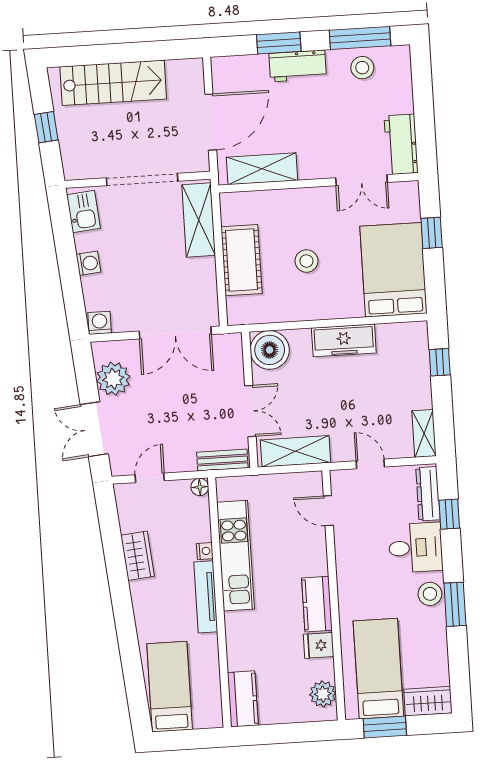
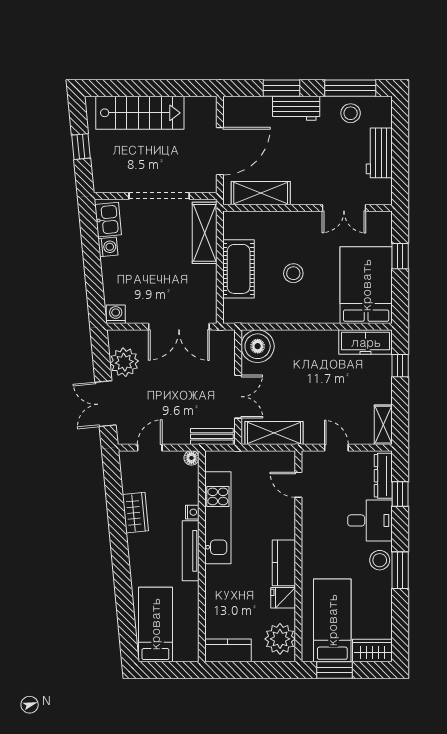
workbench: (401, 144) -> (379, 153), moved
washing machine: (88, 263) -> (108, 247), moved
freezer: (344, 340) -> (366, 342), moved
plant: (323, 694) -> (280, 639), width x1.36, depth x1.36
kitchen counter: (243, 699) -> (228, 650), moved, turned -90

